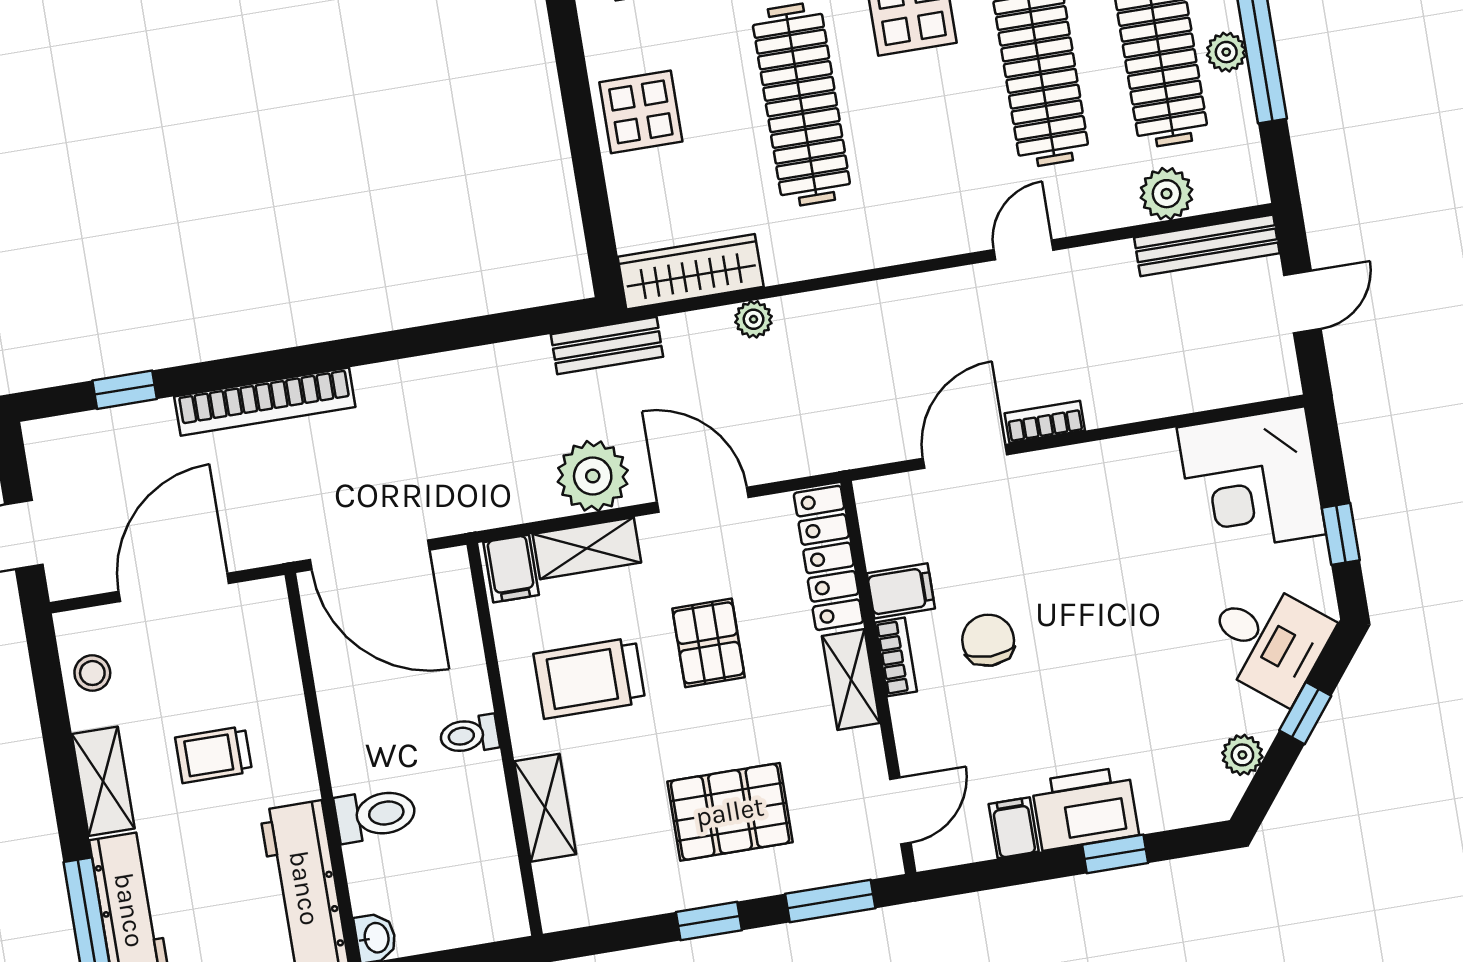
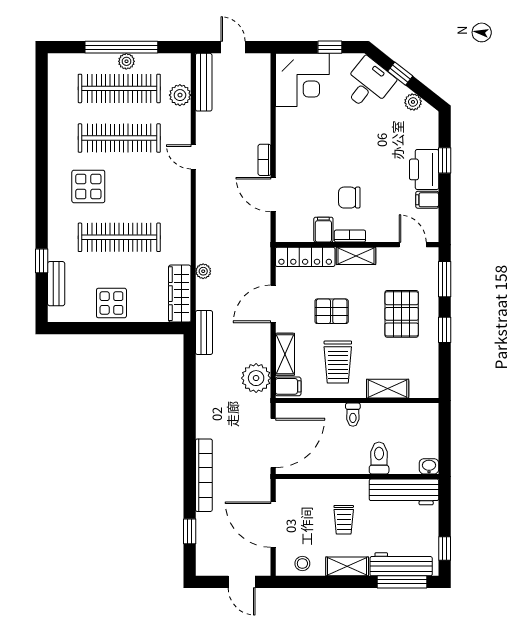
plant: (593, 476) -> (256, 378), moved

